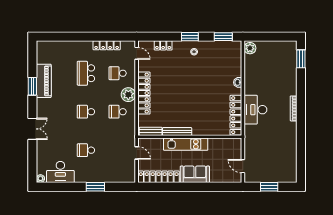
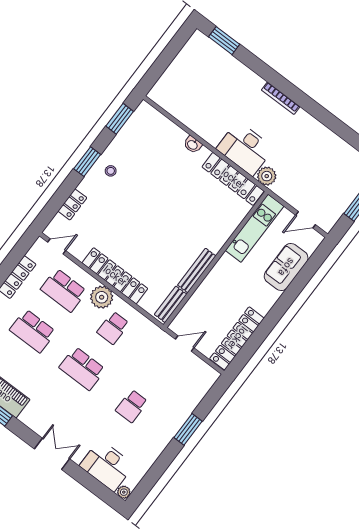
plant: (250, 48) -> (267, 176), moved
school desk: (118, 73) -> (64, 290), width x1.85
school desk: (86, 112) -> (82, 368), width x1.85
kitchen unit: (186, 144) -> (255, 228), moved
desk: (60, 172) -> (107, 465), moved, turned 90
sofa: (195, 174) -> (286, 267), moved

